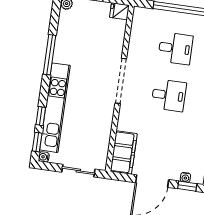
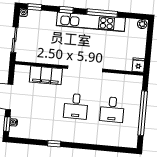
kitchen unit: (55, 108) -> (91, 22), moved
window: (41, 116) -> (66, 10), moved
filing cabinet: (124, 153) -> (46, 75), moved

